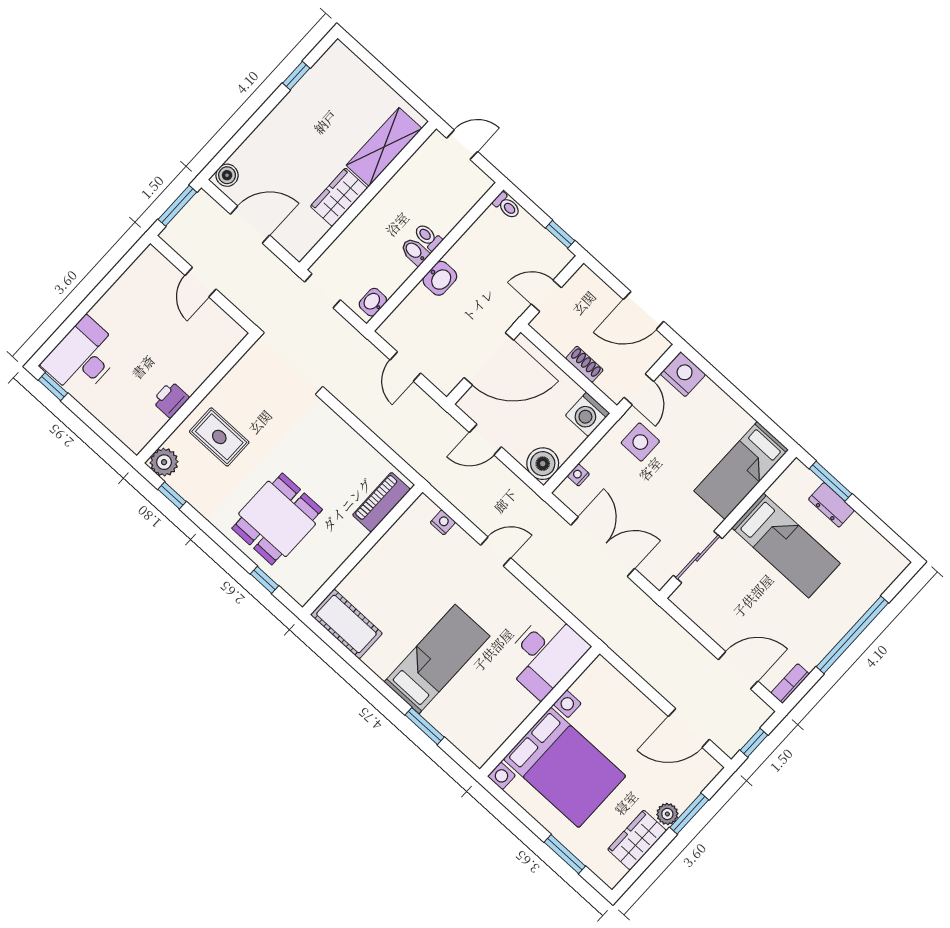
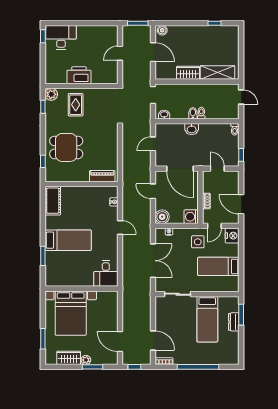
printer: (171, 399) -> (79, 75), width x1.87, depth x1.48
bed: (741, 470) -> (218, 266), moved
desk: (545, 654) -> (106, 274), width x0.73

